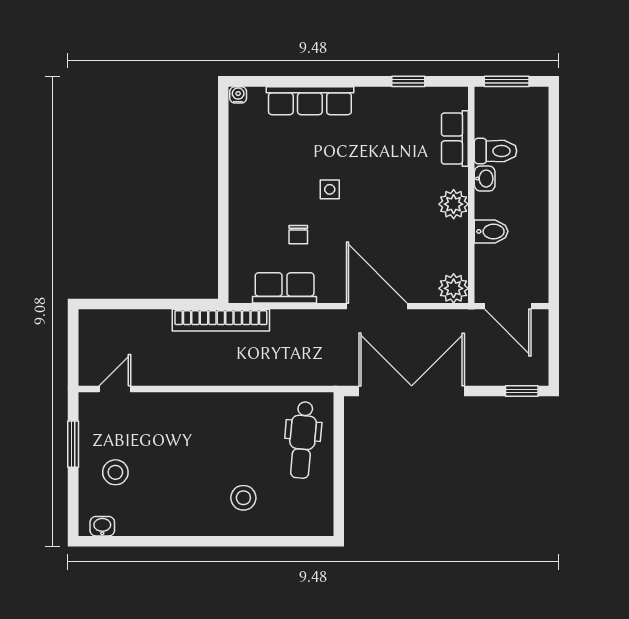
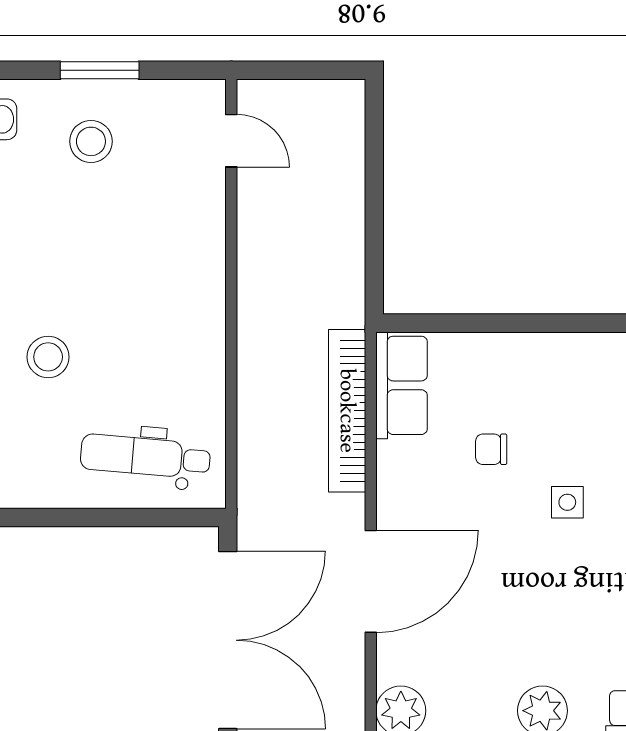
row of seats: (285, 288) -> (402, 385), moved
bookcase: (221, 320) -> (347, 411), moved
window: (73, 444) -> (100, 70), moved

